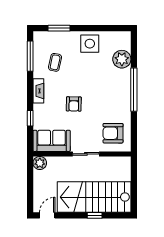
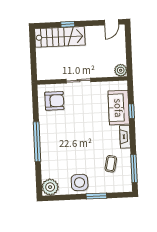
window: (59, 28) -> (96, 196), moved
plant: (122, 59) -> (50, 187), moved
armchair: (74, 104) -> (92, 126), removed
sofa: (52, 141) -> (119, 108), moved, turned 90
stairs: (94, 197) -> (60, 37), width x0.73, depth x0.66

